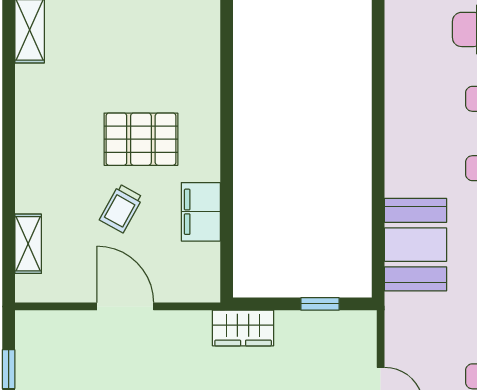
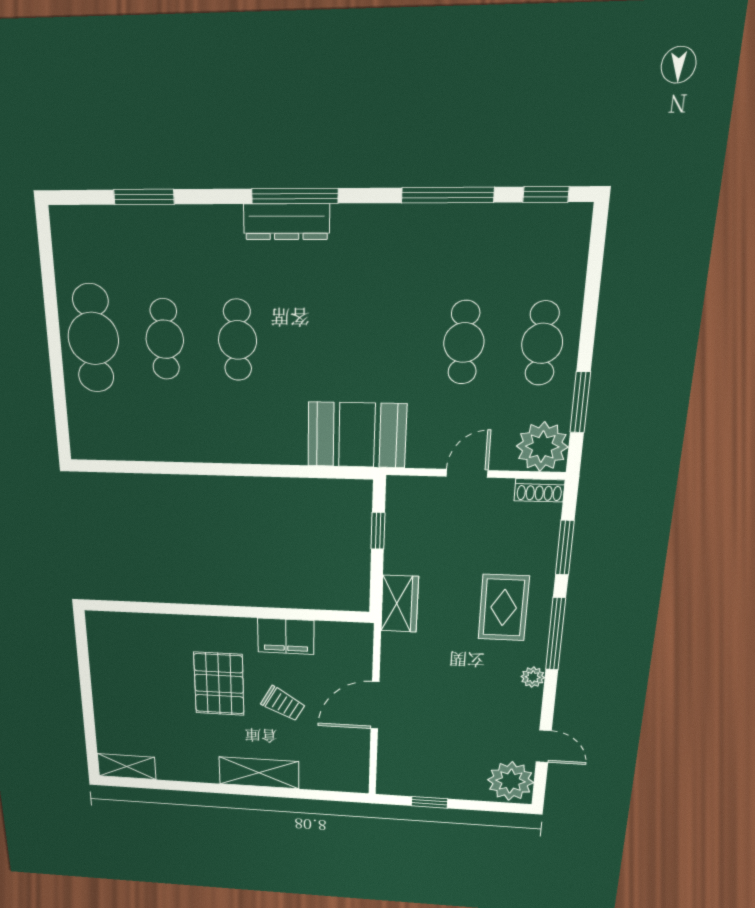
shelving: (28, 244) -> (259, 773), moved, width x1.50, depth x1.33
booth: (416, 245) -> (357, 435), moved

